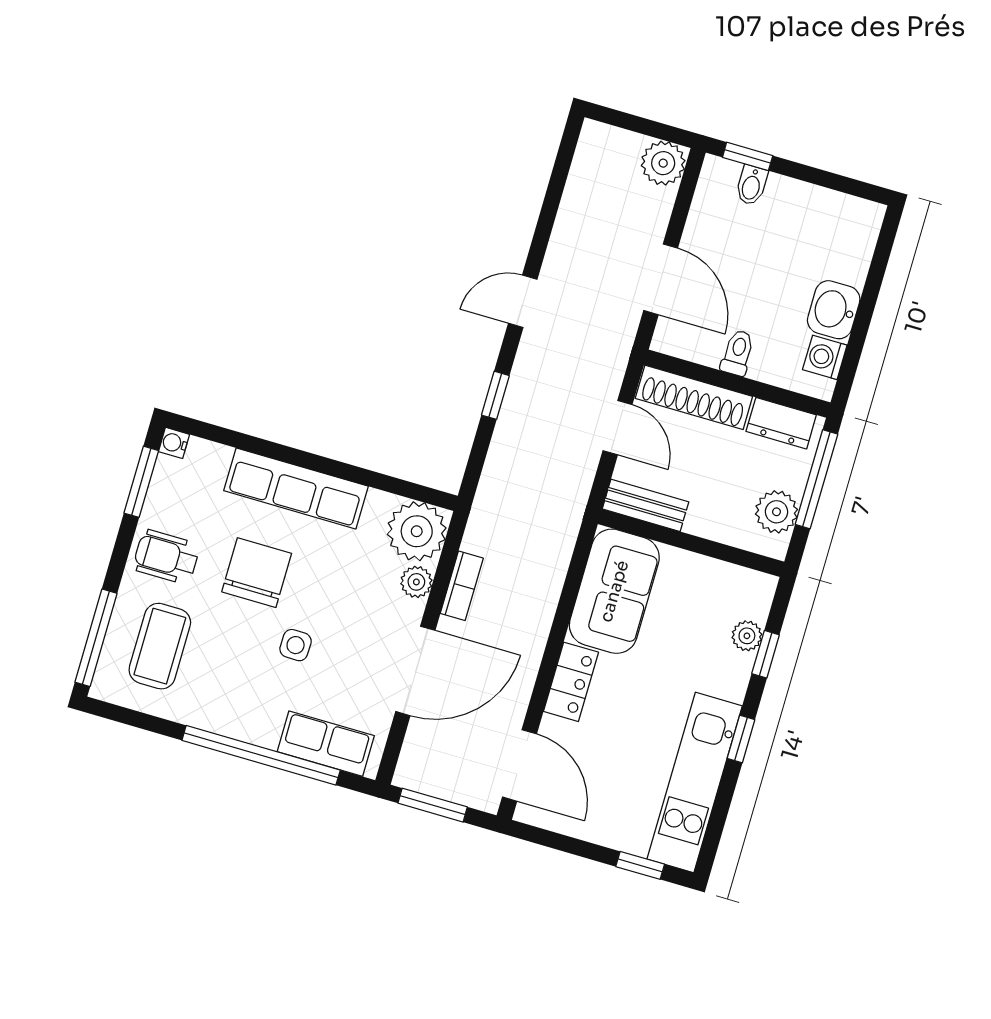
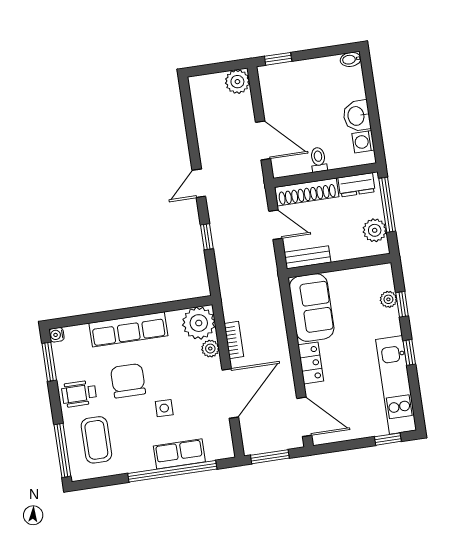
bidet: (752, 185) -> (351, 59), moved, turned 90
row of seats: (326, 744) -> (179, 454), moved

